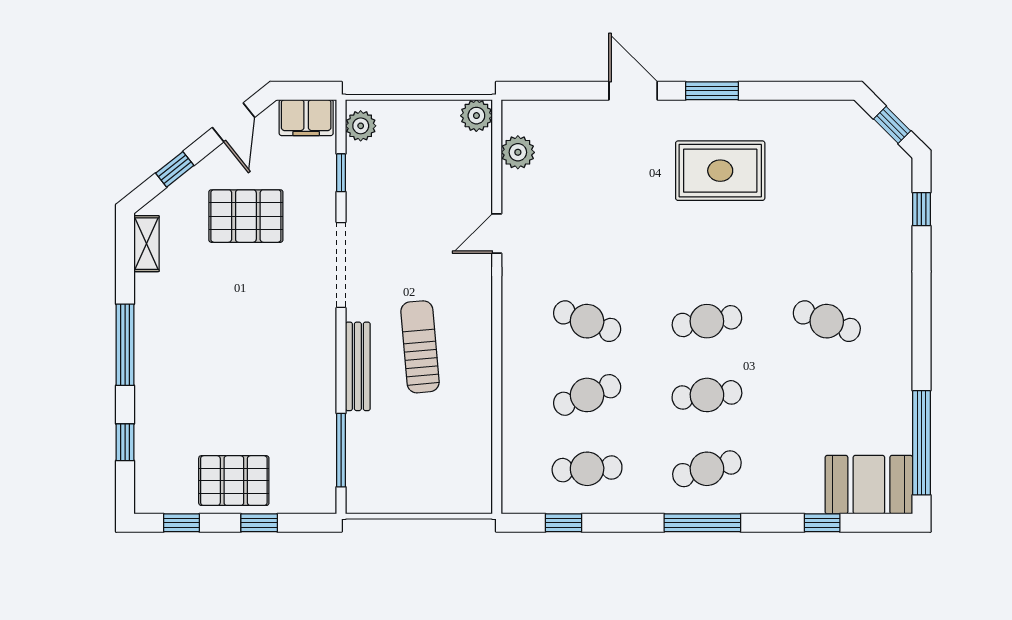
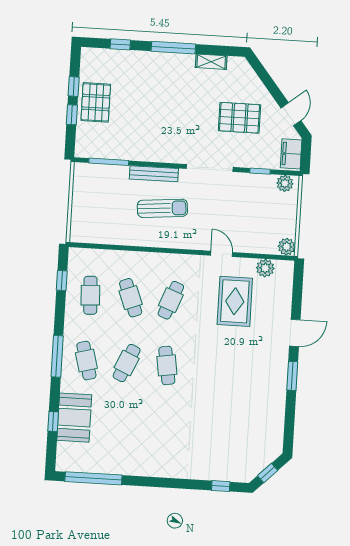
door: (234, 122) -> (291, 114), swing flipped
window: (175, 169) -> (267, 81), removed
rug: (720, 171) -> (235, 301), moved
pallet: (246, 216) -> (240, 118), turned 90
shelving: (146, 244) -> (211, 62), moved
cafe table: (827, 321) -> (163, 431), removed
cafe table: (707, 395) -> (127, 363), turned 30
booth: (869, 485) -> (74, 418), moved
window: (181, 523) -> (74, 87), moved

